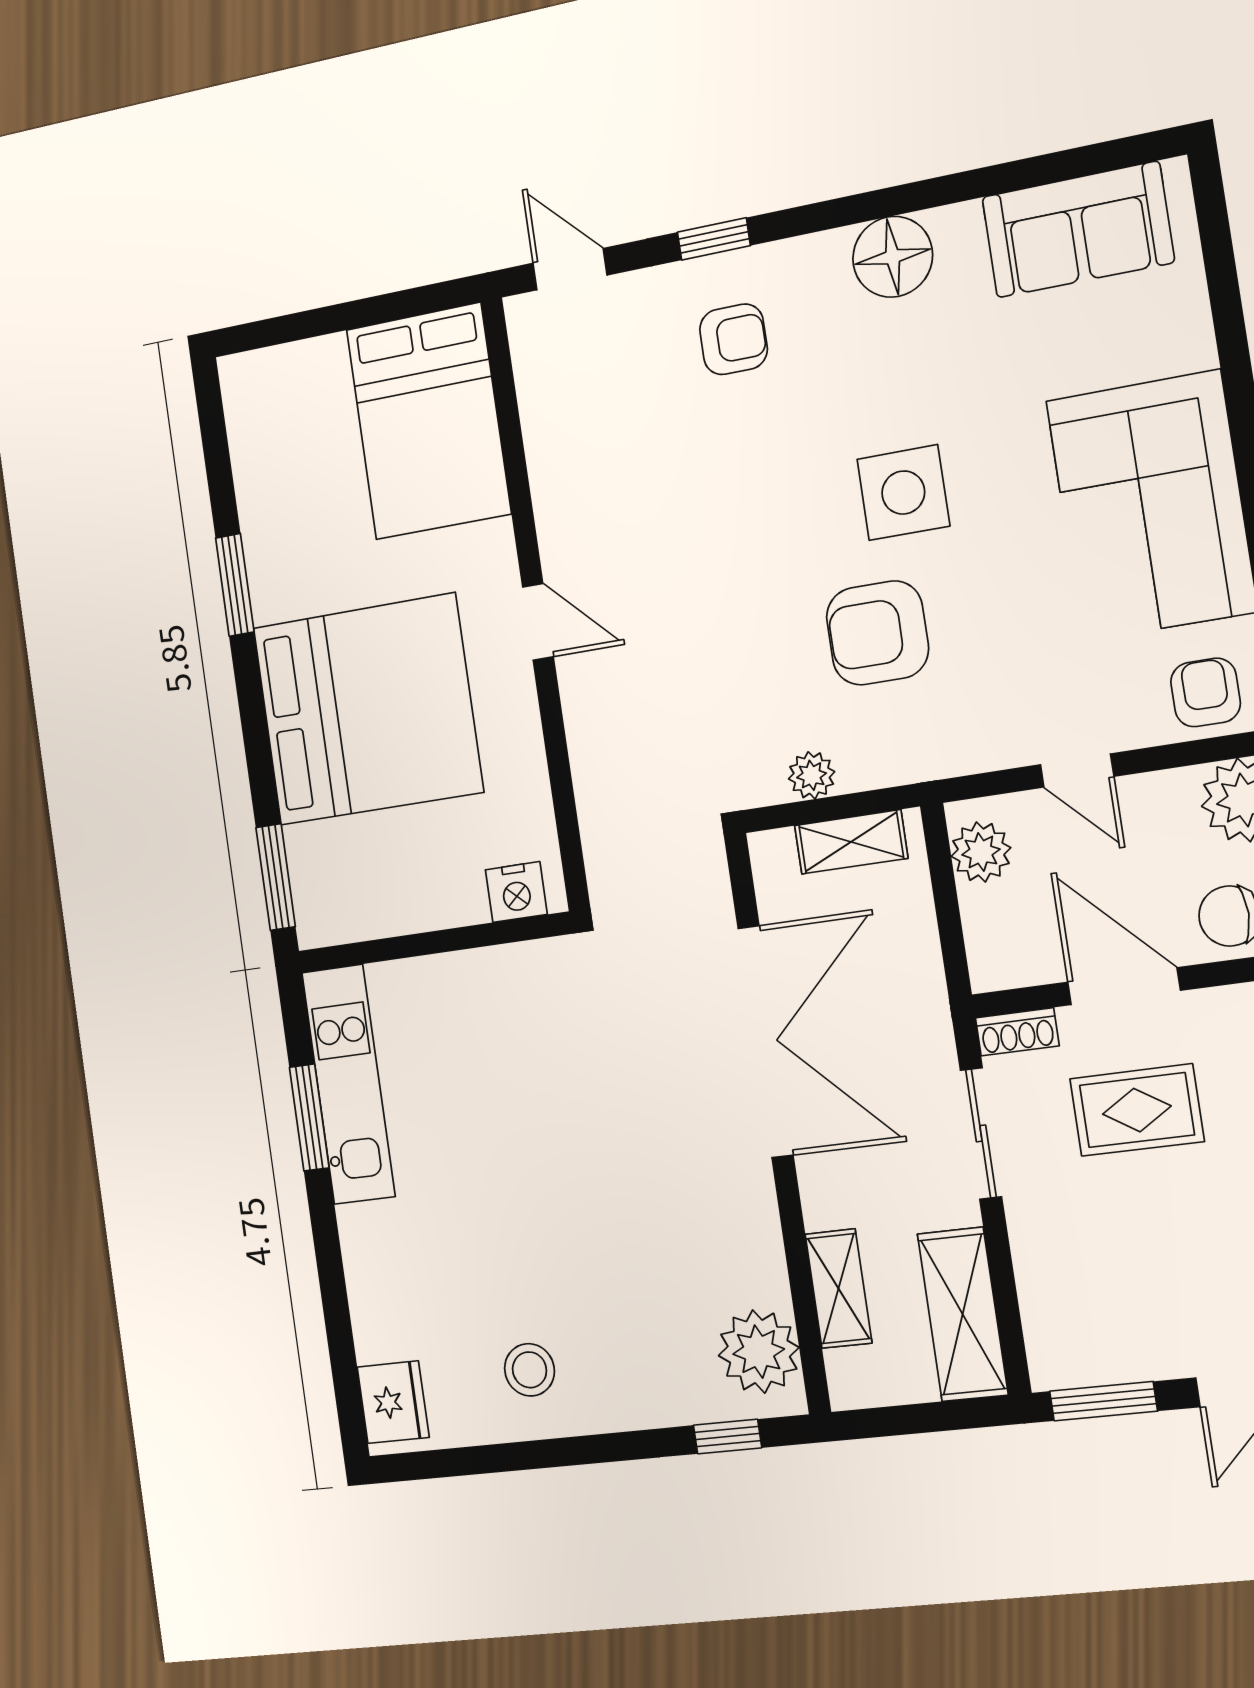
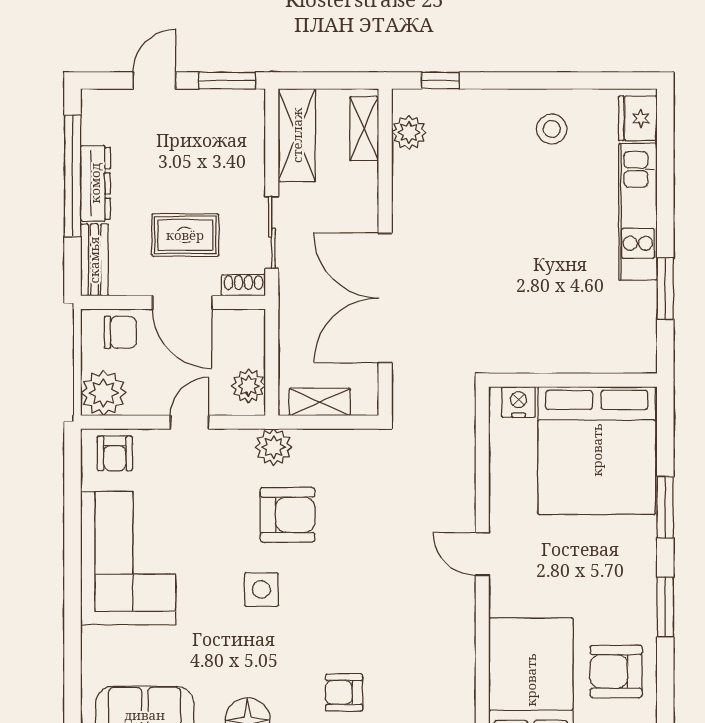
armchair: (296, 463) -> (616, 671), added
side table: (903, 493) -> (261, 590), width x0.73, depth x0.73
bed: (368, 709) -> (597, 450), moved, turned -90
door: (1077, 771) -> (190, 422), hinge flipped
plant: (812, 775) -> (274, 447), moved, width x1.38, depth x1.38
window: (276, 877) -> (665, 507), moved
kitchen unit: (348, 1084) -> (638, 212), moved
shelving: (838, 1289) -> (364, 129), moved
plant: (759, 1352) -> (409, 132), width x0.73, depth x0.73

